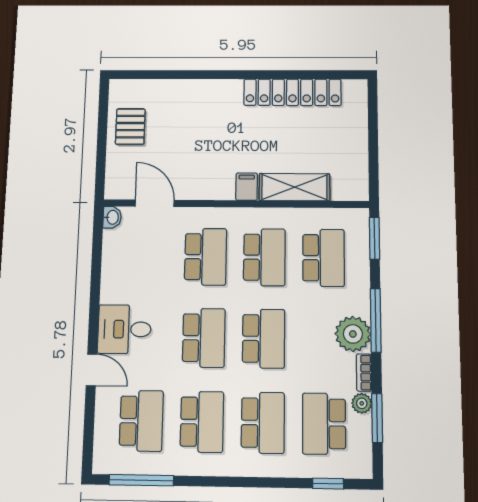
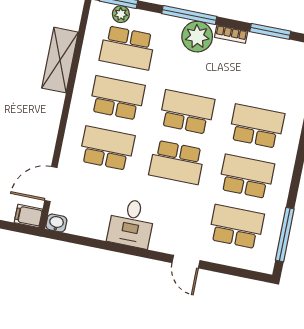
filing cabinet: (247, 187) -> (28, 216), moved
school desk: (324, 258) -> (127, 48), turned 180
desk: (124, 329) -> (131, 223), moved
school desk: (204, 338) -> (177, 162), turned 180
door: (91, 370) -> (186, 262), swing flipped
plant: (362, 403) -> (121, 14), moved
school desk: (324, 424) -> (267, 76), removed

